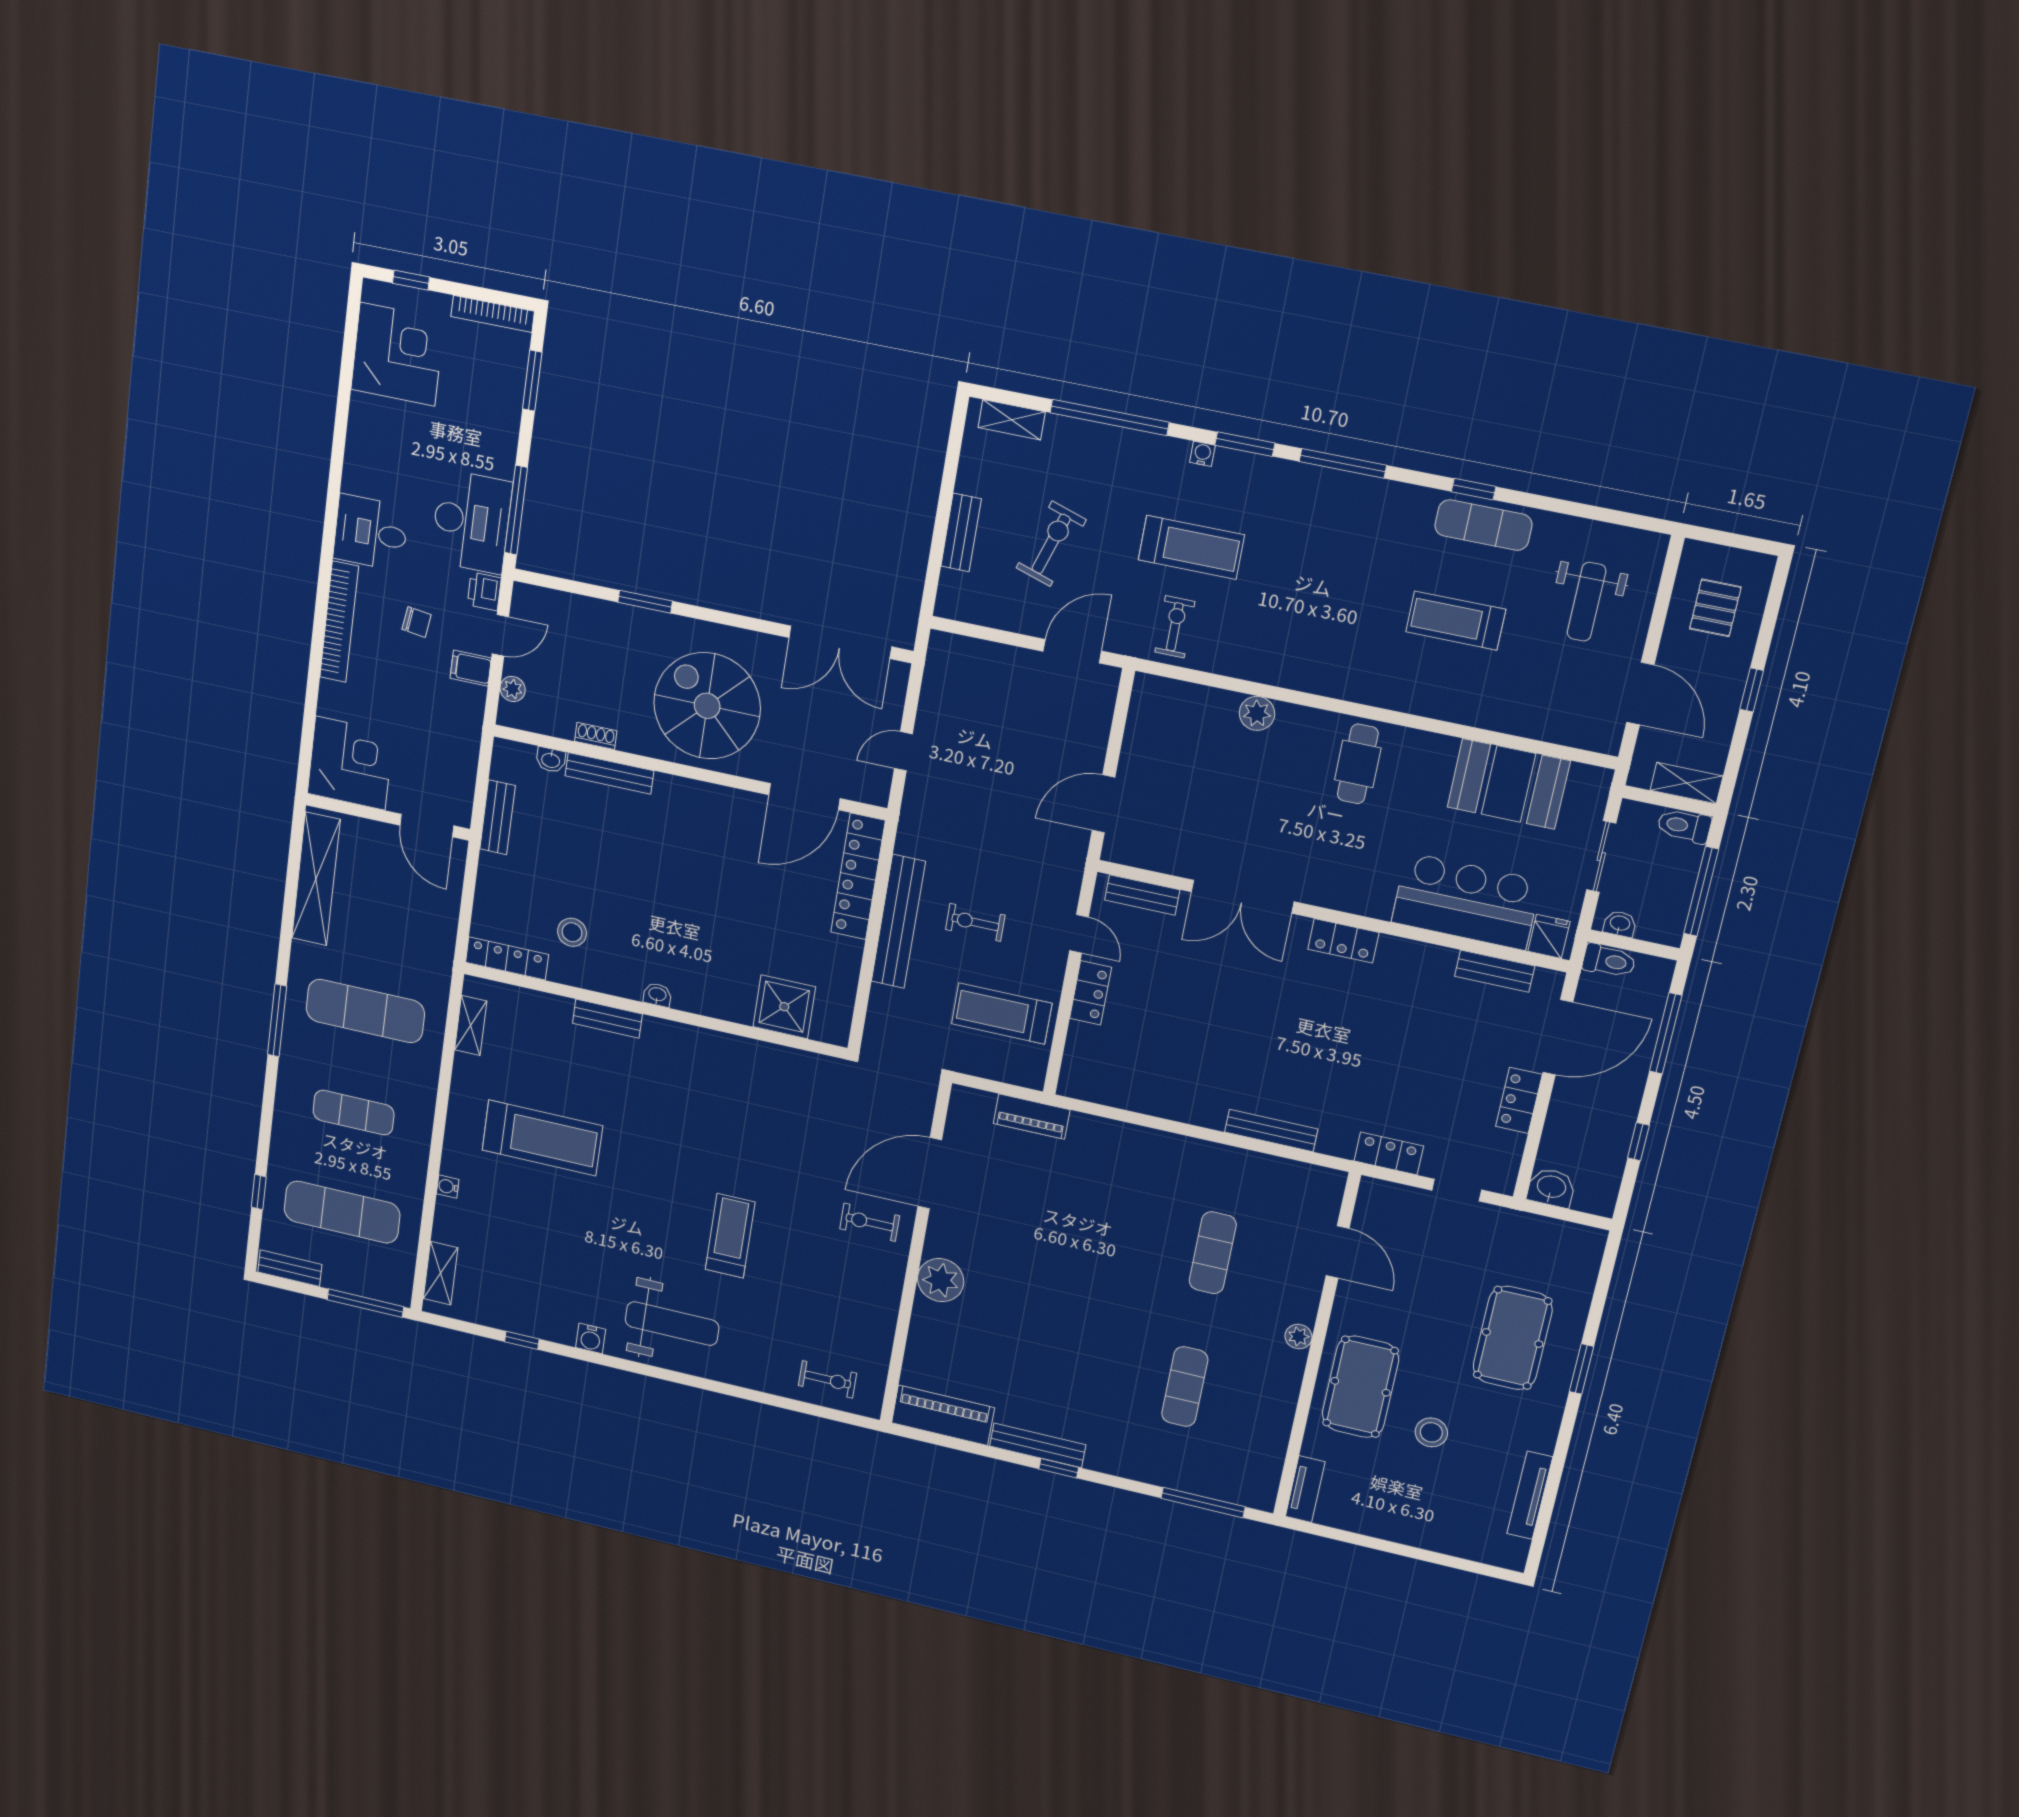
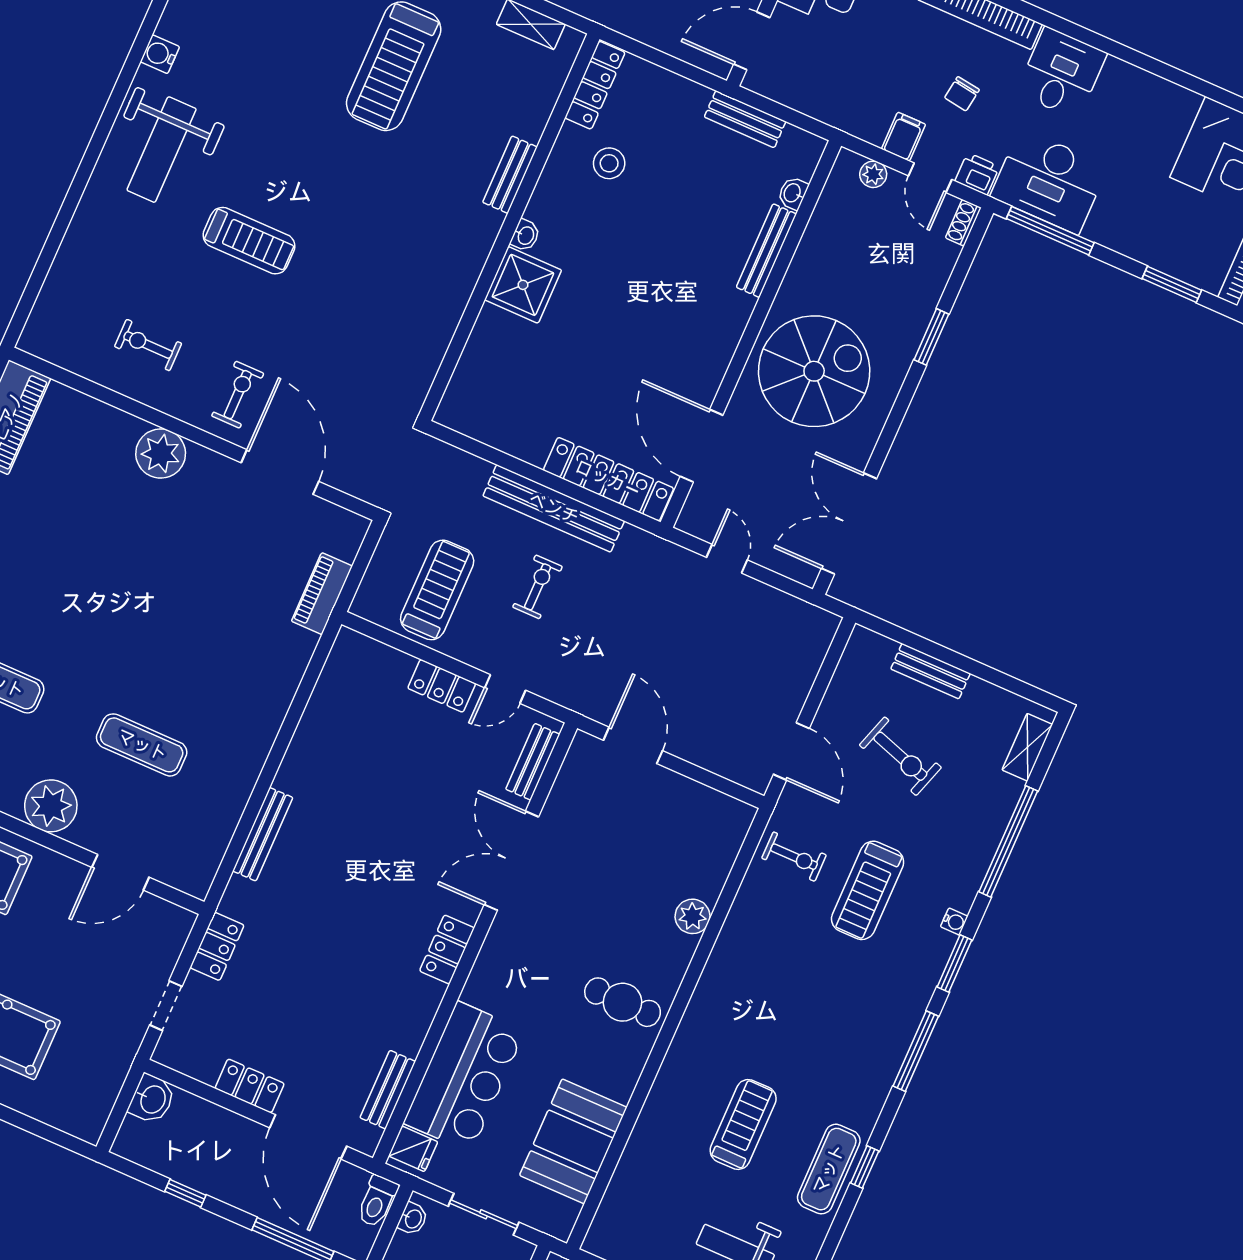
shoe rack: (596, 736) -> (963, 223), moved, turned 180
shower: (784, 1007) -> (523, 285), moved
plant: (1299, 1336) -> (51, 806), width x1.87, depth x1.87
exercise bike: (827, 1379) -> (148, 345), moved, turned 90

